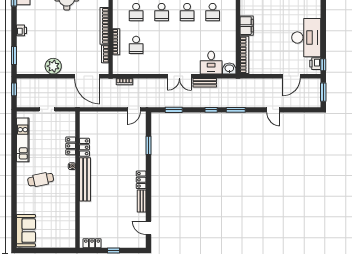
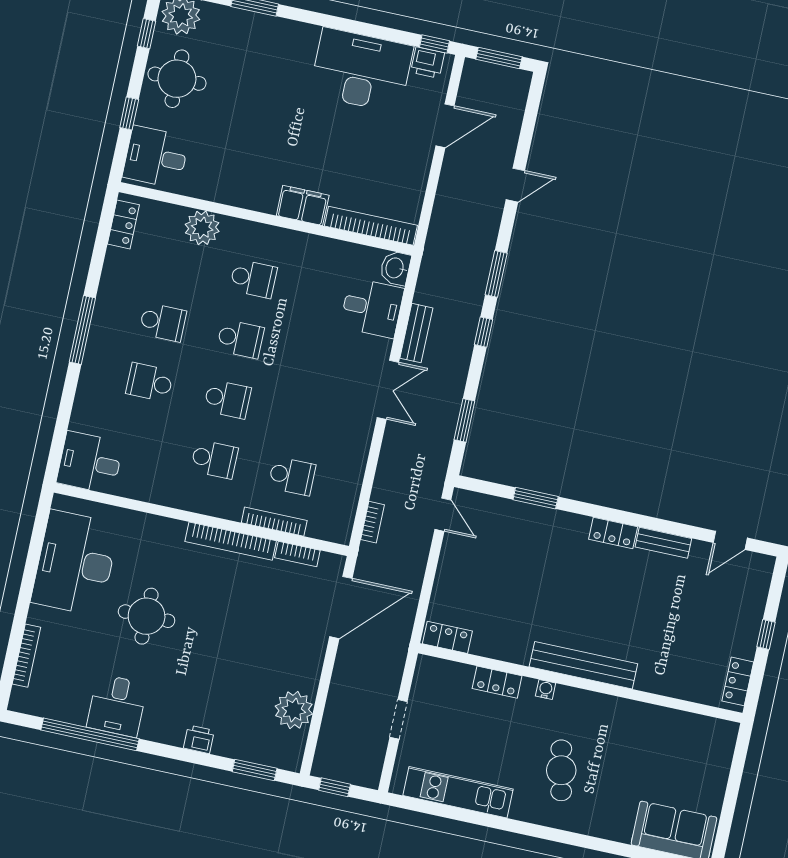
plant: (53, 66) -> (294, 710), moved
door: (291, 76) -> (445, 126), hinge flipped
locker: (84, 147) -> (447, 637), moved

